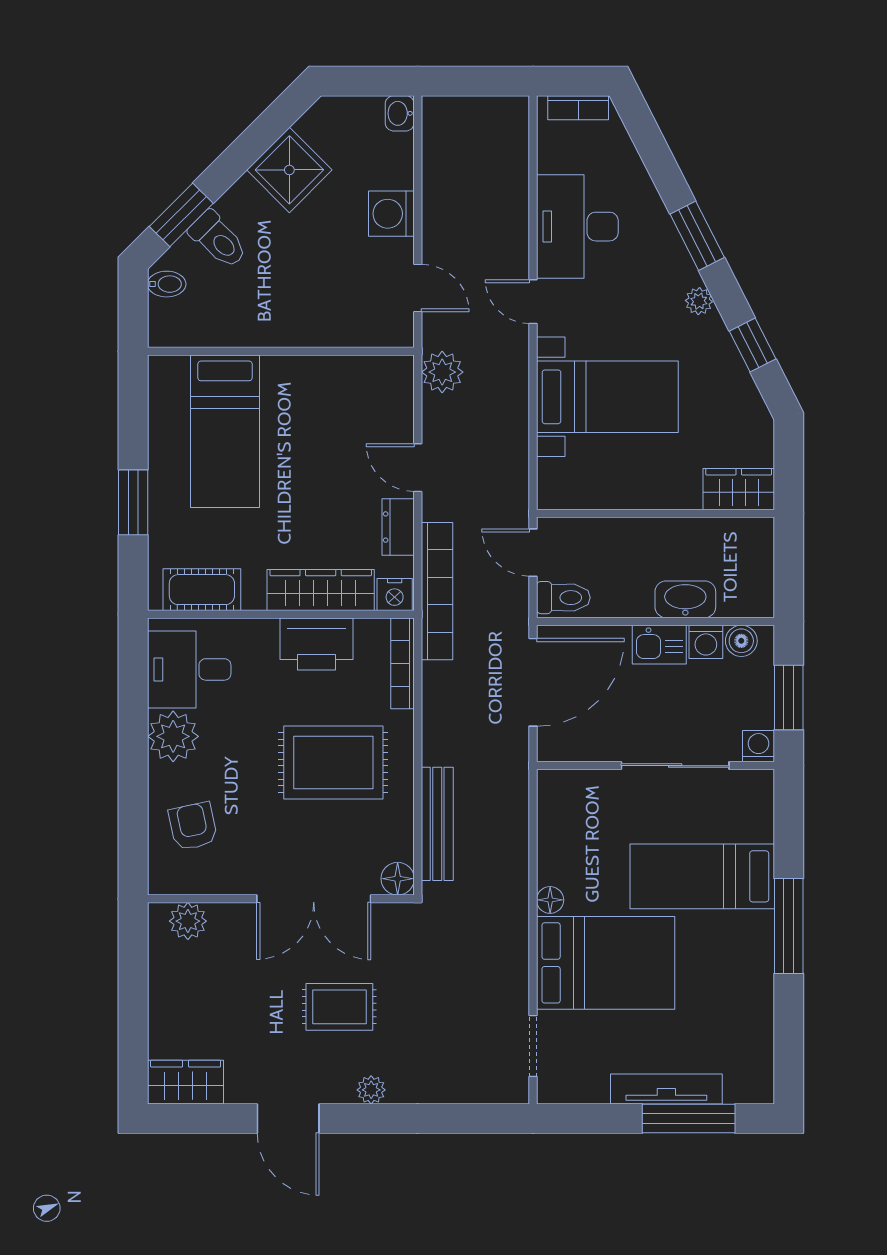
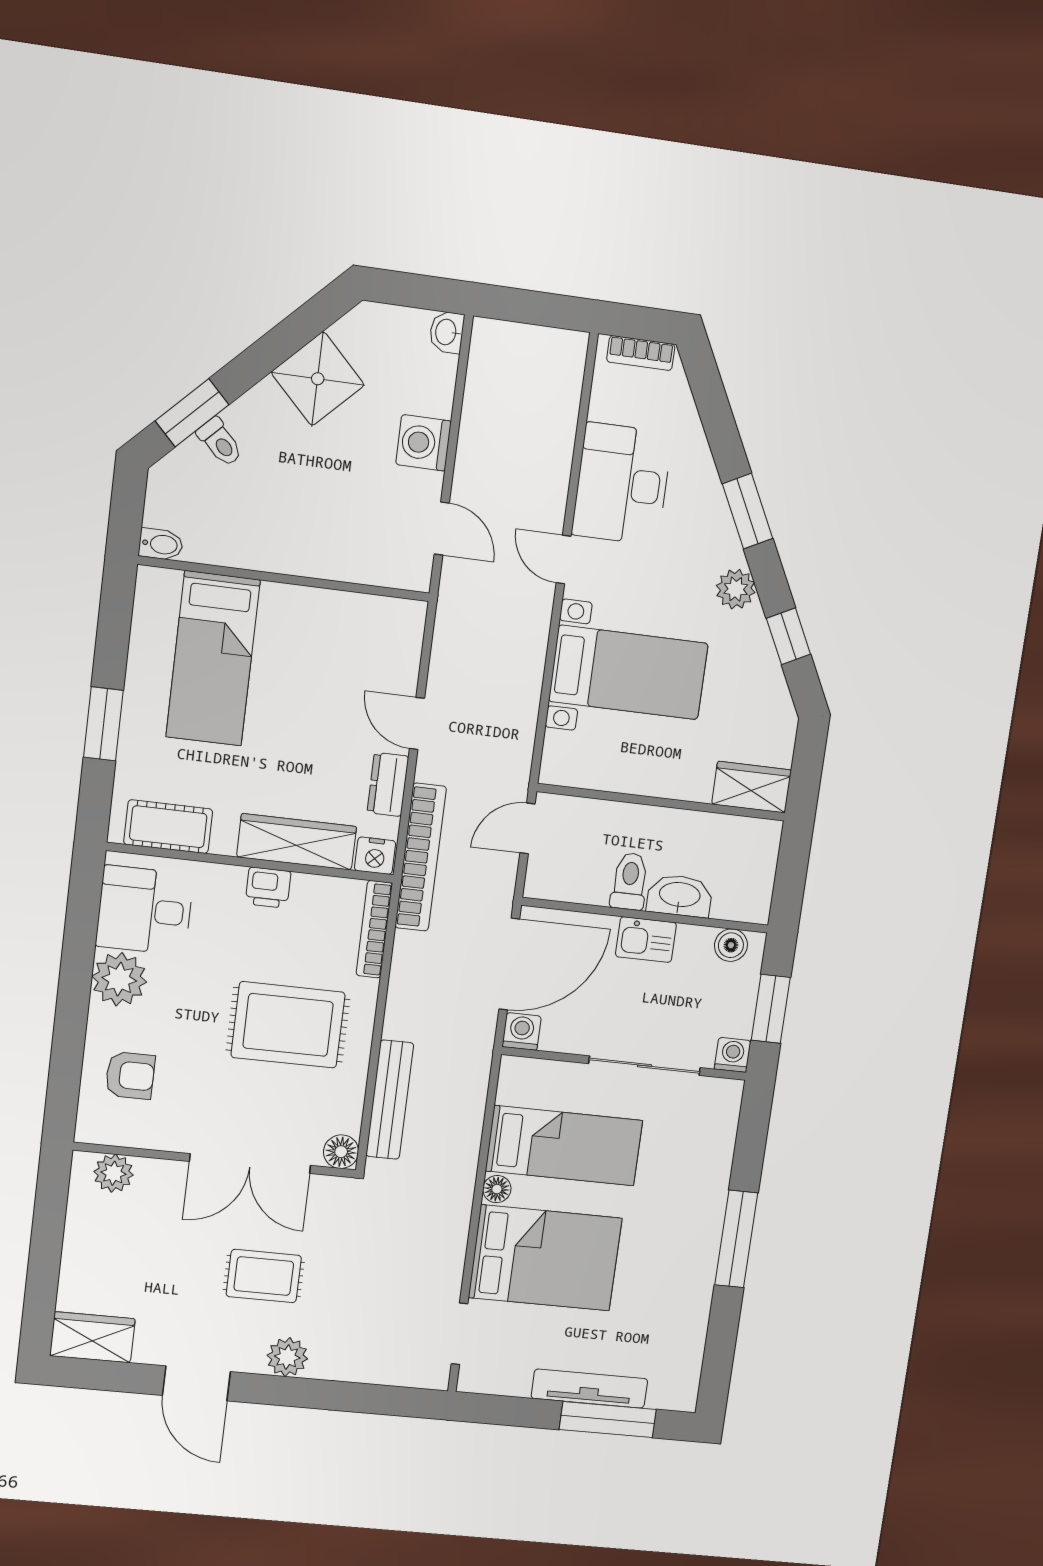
toilet: (218, 240) -> (220, 442), width x0.73, depth x0.72
bidet: (167, 284) -> (161, 544), moved
plant: (699, 301) -> (736, 589), width x1.38, depth x1.38
plant: (442, 372) -> (456, 624), removed
door: (533, 553) -> (527, 828), hinge flipped
toilet: (563, 598) -> (630, 881), moved, turned -90
washing machine: (706, 642) -> (522, 1031), moved, turned 180
printer: (317, 644) -> (268, 888), width x0.53, depth x0.68
armchair: (193, 826) -> (130, 1075), turned 102
bed: (702, 876) -> (564, 1146), moved, turned 180
plant: (371, 1090) -> (287, 1357), width x1.38, depth x1.38

